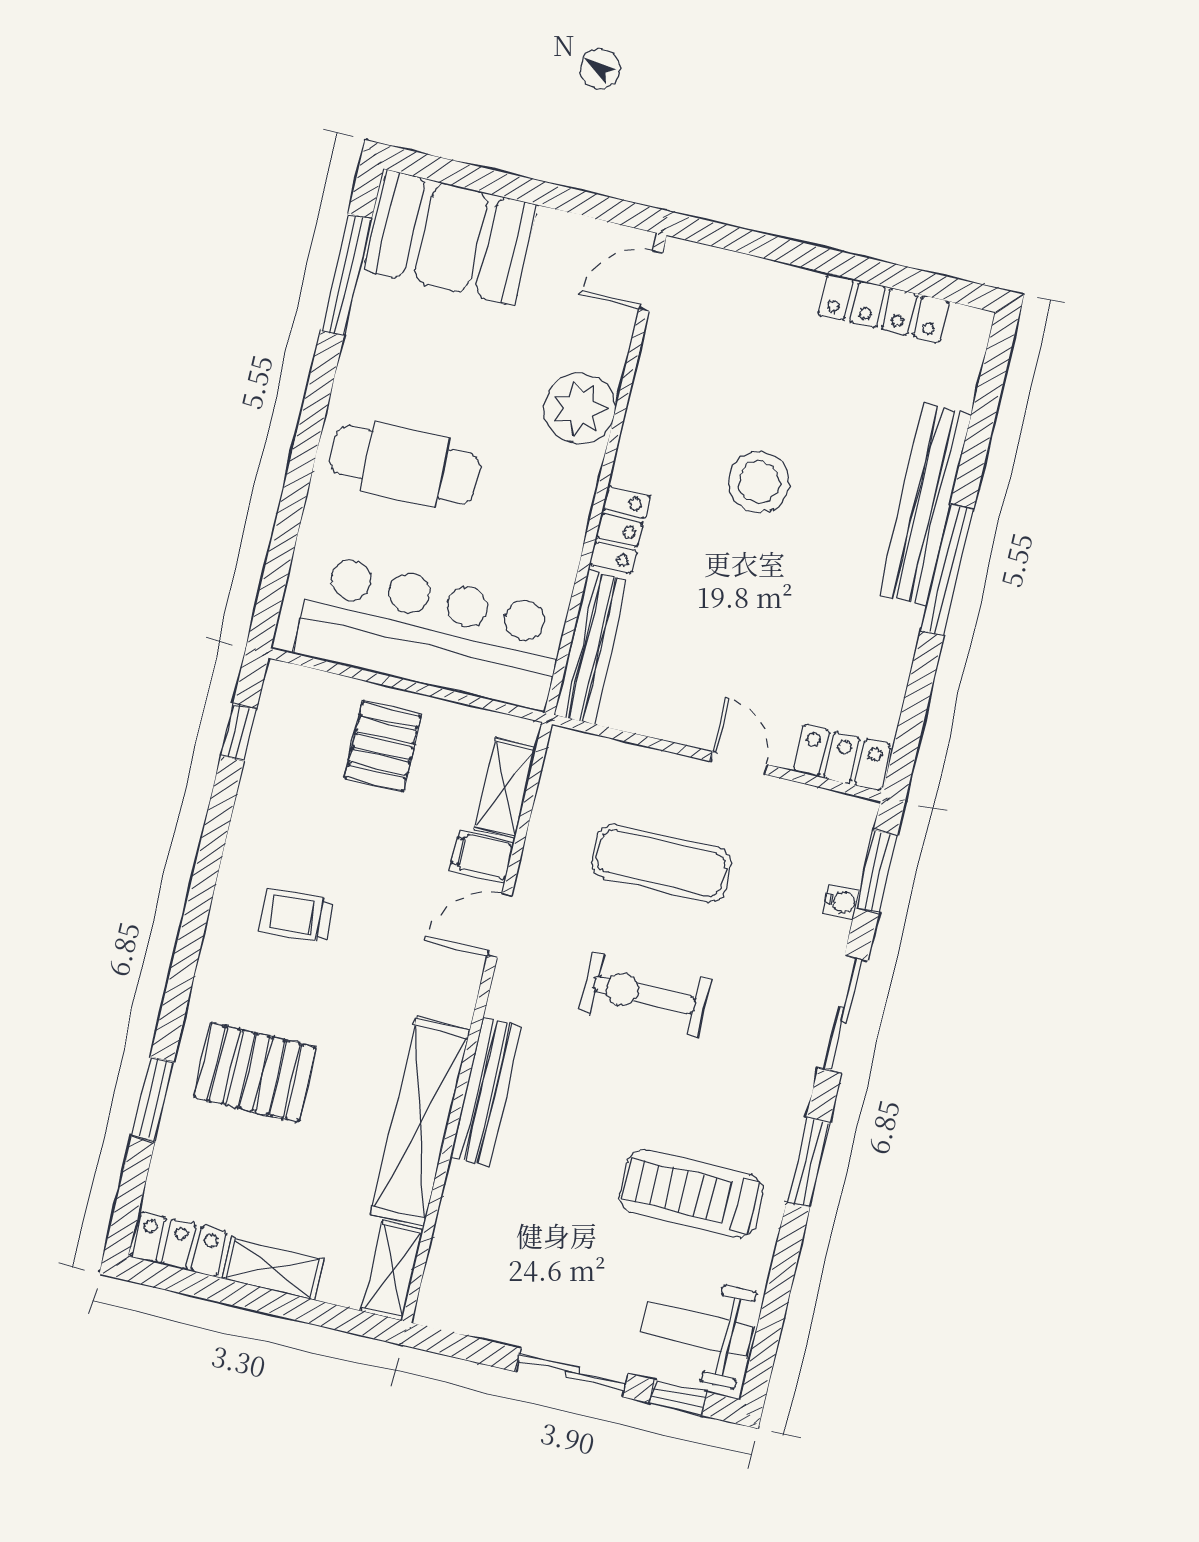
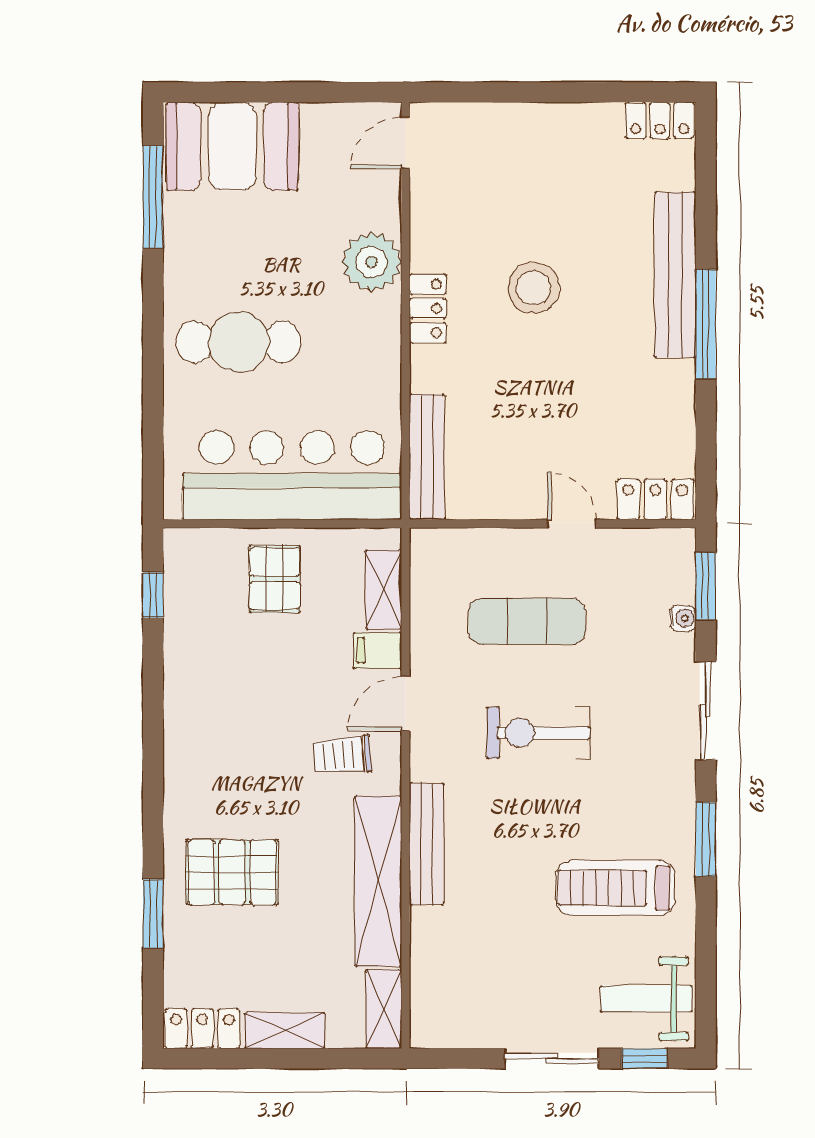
locker: (883, 308) -> (660, 120), moved, width x0.66
locker: (619, 530) -> (428, 309), moved
trolley: (296, 916) -> (342, 755), moved

